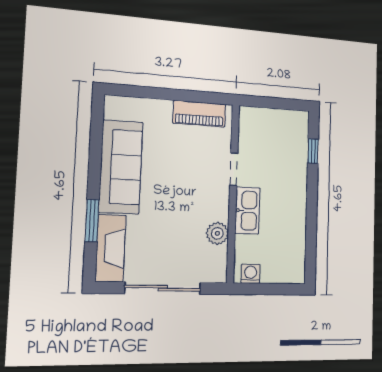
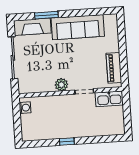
window: (313, 151) -> (67, 142), moved
kitchen sink: (247, 211) -> (109, 99), moved
plant: (217, 233) -> (61, 85), moved

